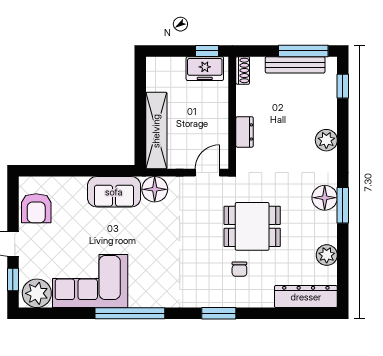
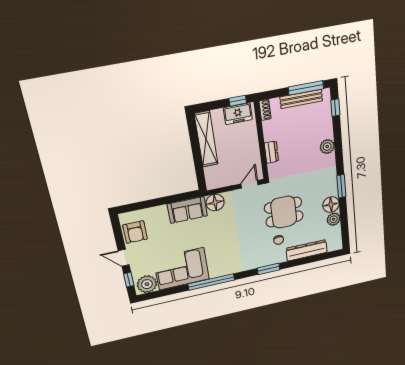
shelving: (156, 131) -> (206, 139), moved
floor lamp: (325, 198) -> (331, 205), moved
dresser: (306, 297) -> (307, 250), moved

